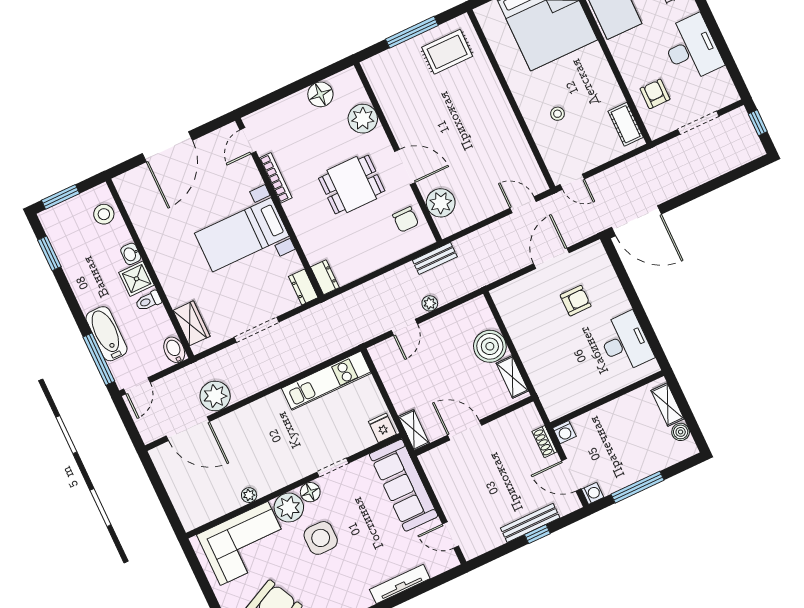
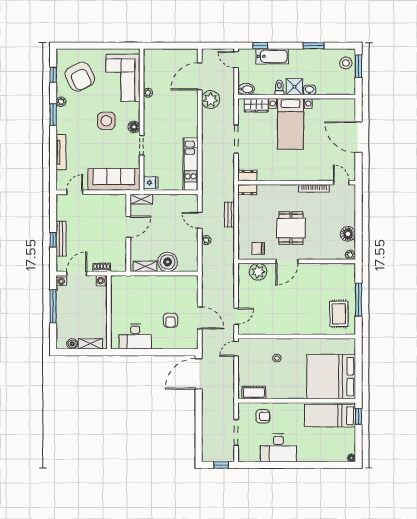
plant: (363, 119) -> (350, 255), moved, width x0.53, depth x0.53
stool: (104, 214) -> (346, 63), moved
bed with nightstands: (242, 235) -> (290, 124), moved, turned 180
window: (49, 253) -> (314, 46), moved
bench: (435, 258) -> (229, 215), moved
window: (99, 359) -> (260, 46), width x0.46
plant: (289, 508) -> (131, 111), removed

